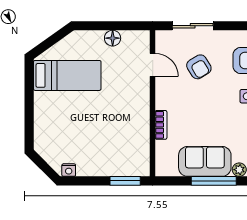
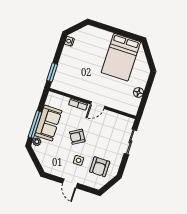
door: (153, 65) -> (98, 105), moved
armchair: (199, 67) -> (77, 137), moved
bed: (67, 75) -> (121, 57), width x1.50

